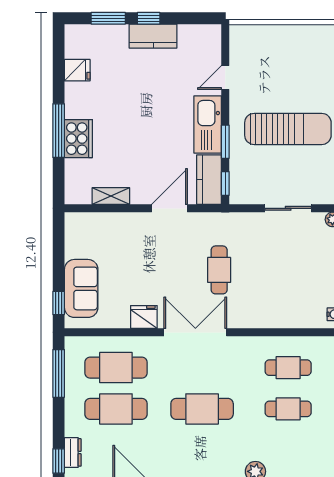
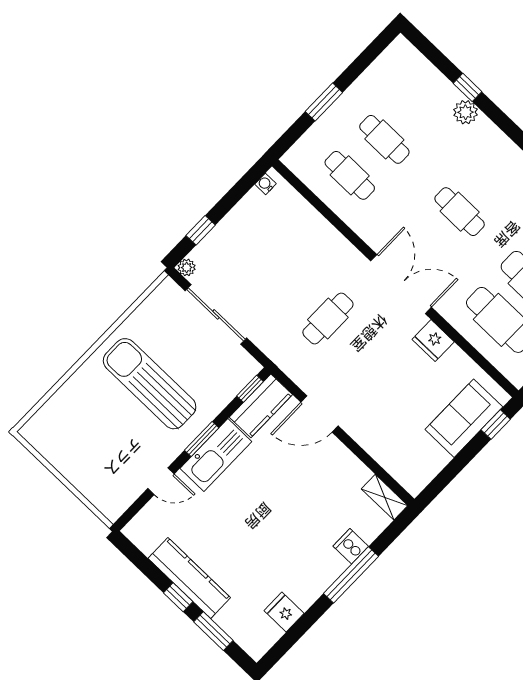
kitchen counter: (153, 36) -> (189, 578), width x1.50
cooker: (78, 139) -> (351, 546), width x0.53, depth x0.76
window: (225, 142) -> (202, 439), moved
shelving: (111, 196) -> (385, 497), moved
sliding door: (288, 208) -> (216, 314), width x1.37
double door: (195, 332) -> (401, 284), swing flipped
cafe table: (202, 409) -> (460, 212), width x0.73, depth x0.74

